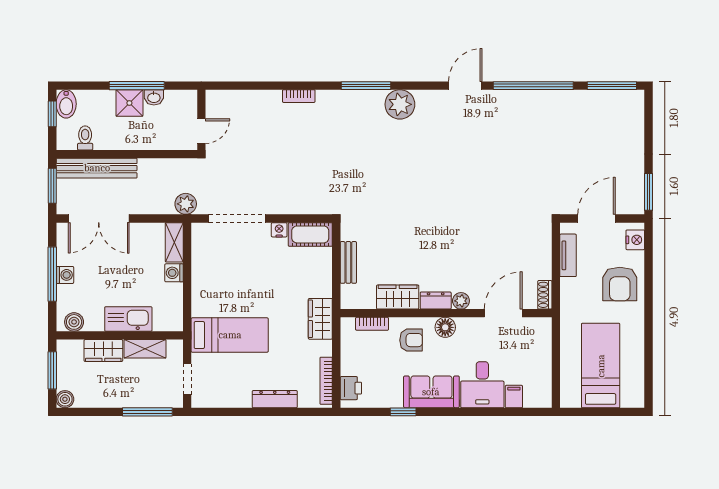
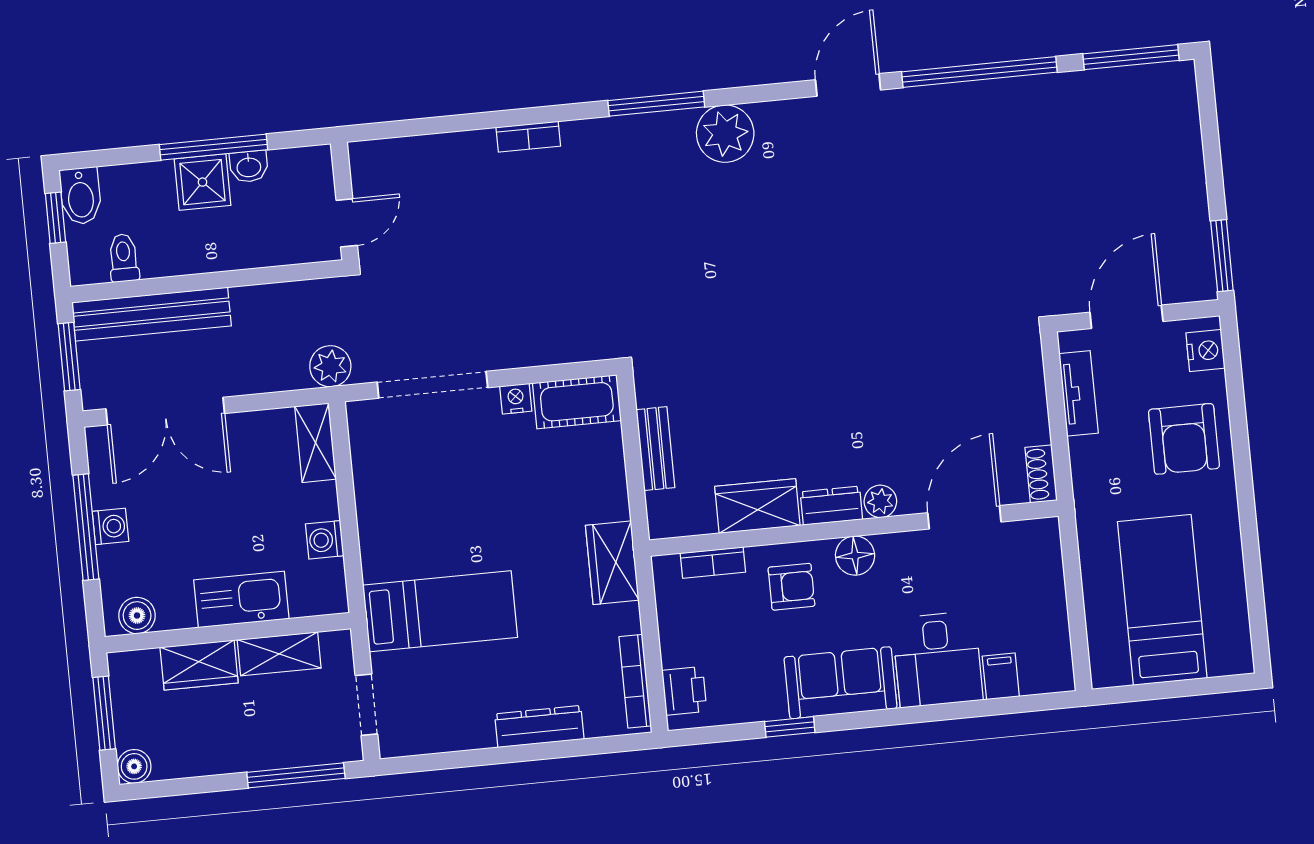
washing machine: (174, 273) -> (325, 540), moved

